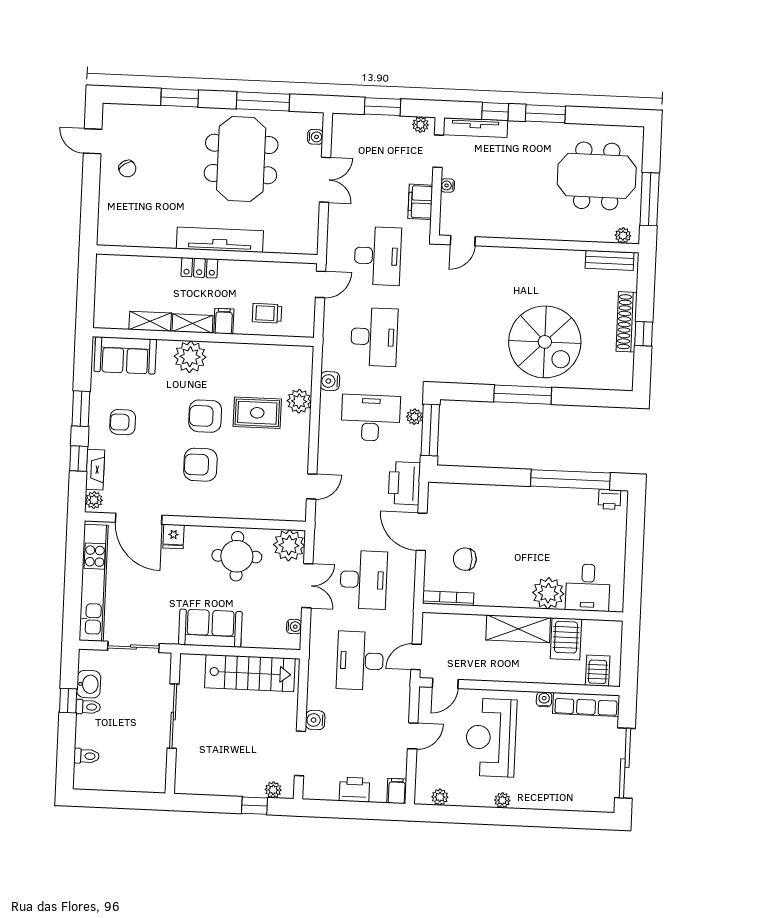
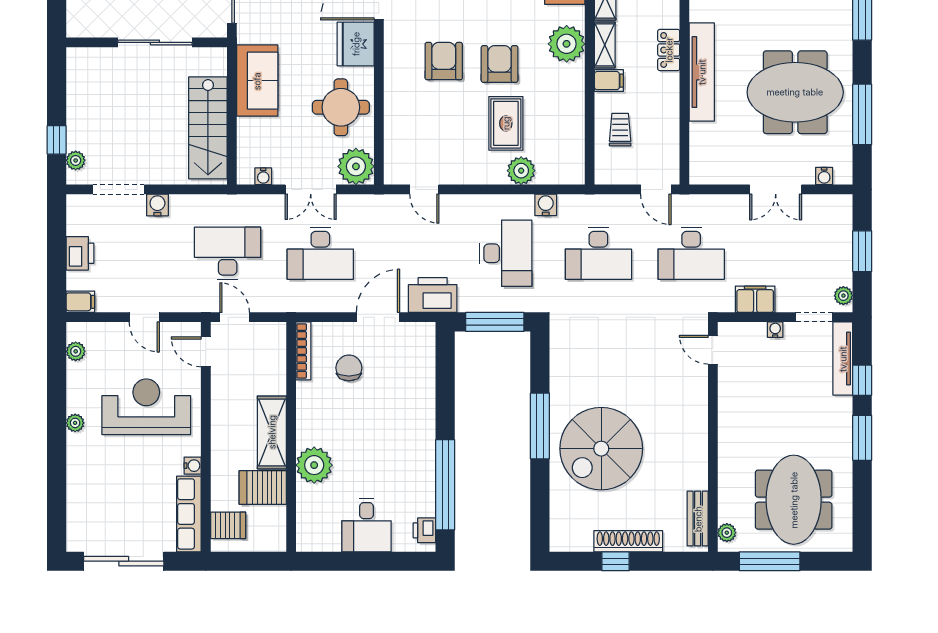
plant: (414, 417) -> (509, 303), removed
fridge: (173, 536) -> (356, 44), width x1.88, depth x1.34
desk: (588, 588) -> (367, 525), moved, turned -90

